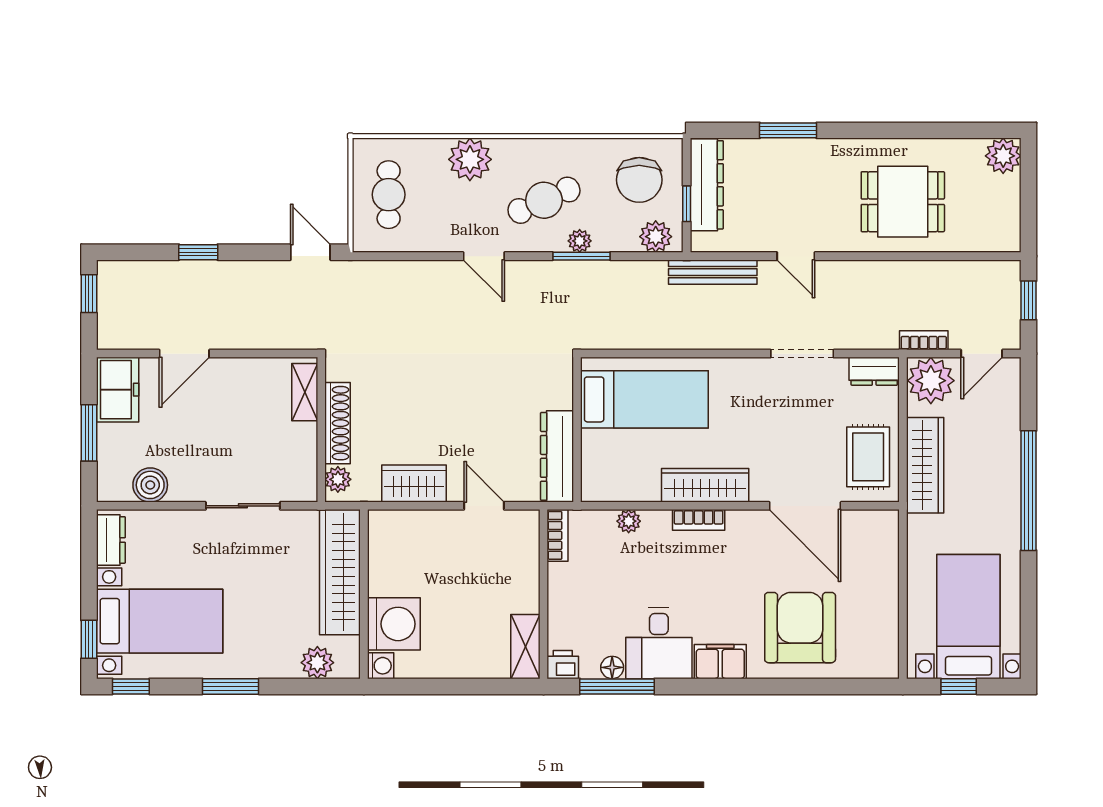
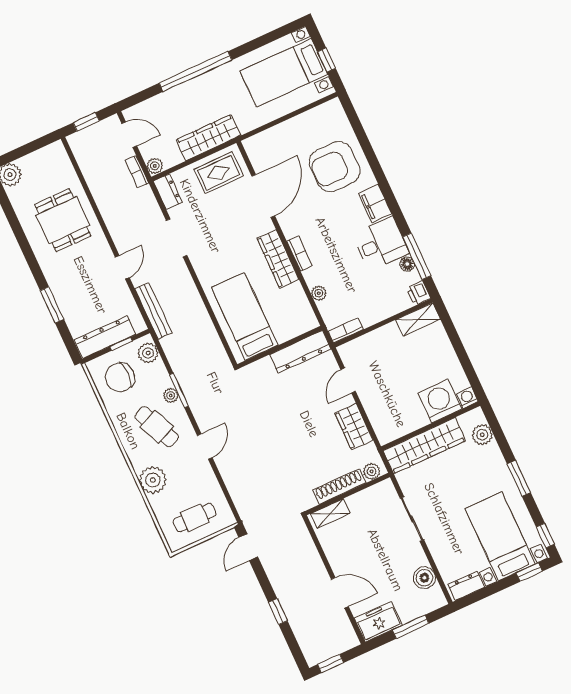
chair: (639, 180) -> (120, 377), turned 180
plant: (931, 381) -> (155, 166), width x0.53, depth x0.53

